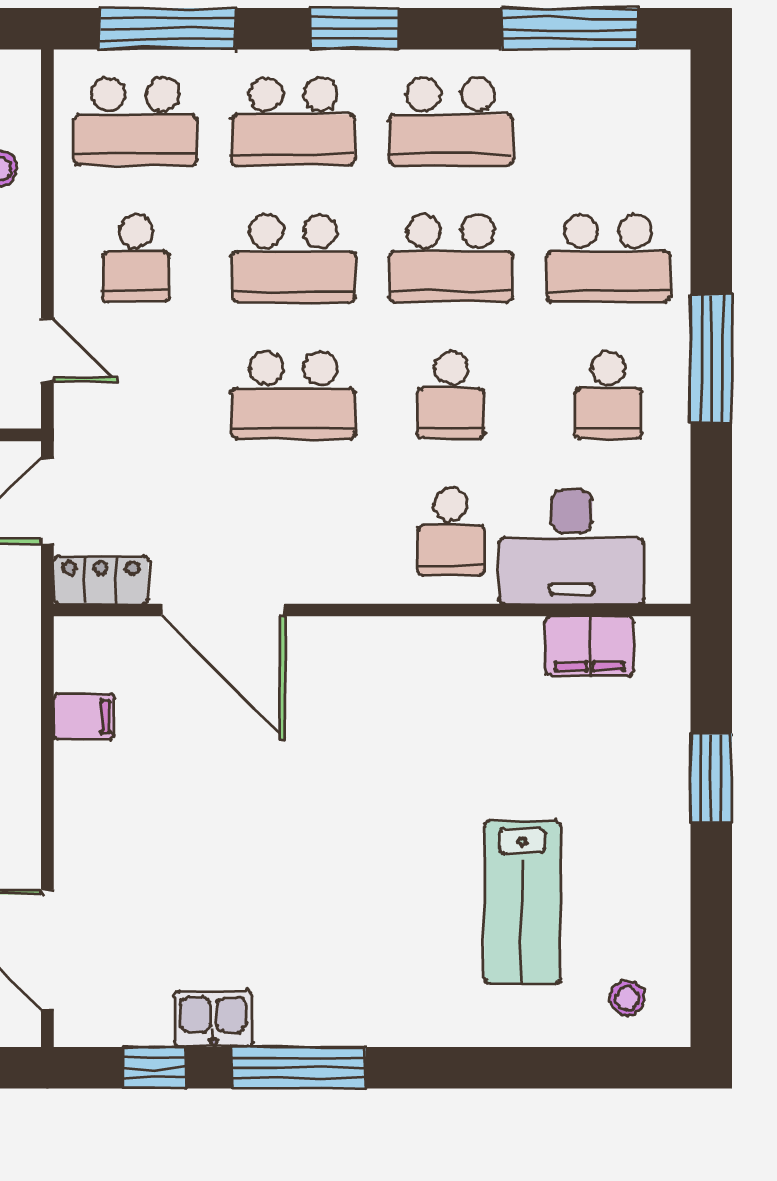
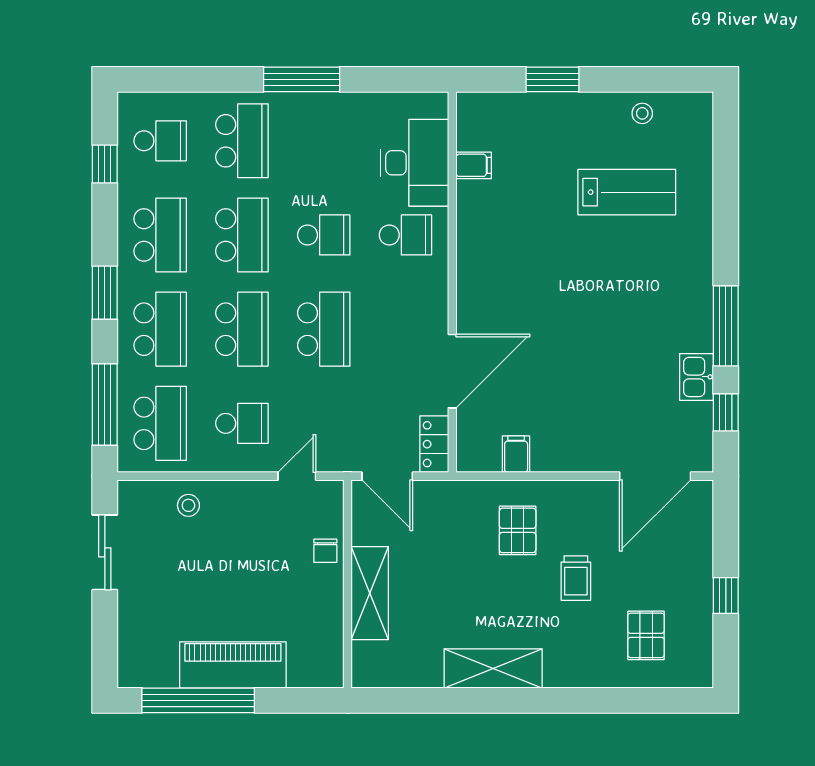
window: (570, 29) -> (105, 164), width x0.46
school desk: (608, 395) -> (160, 141), moved
filing cabinet: (590, 646) -> (474, 165), width x0.50
stool: (627, 998) -> (642, 113), moved

